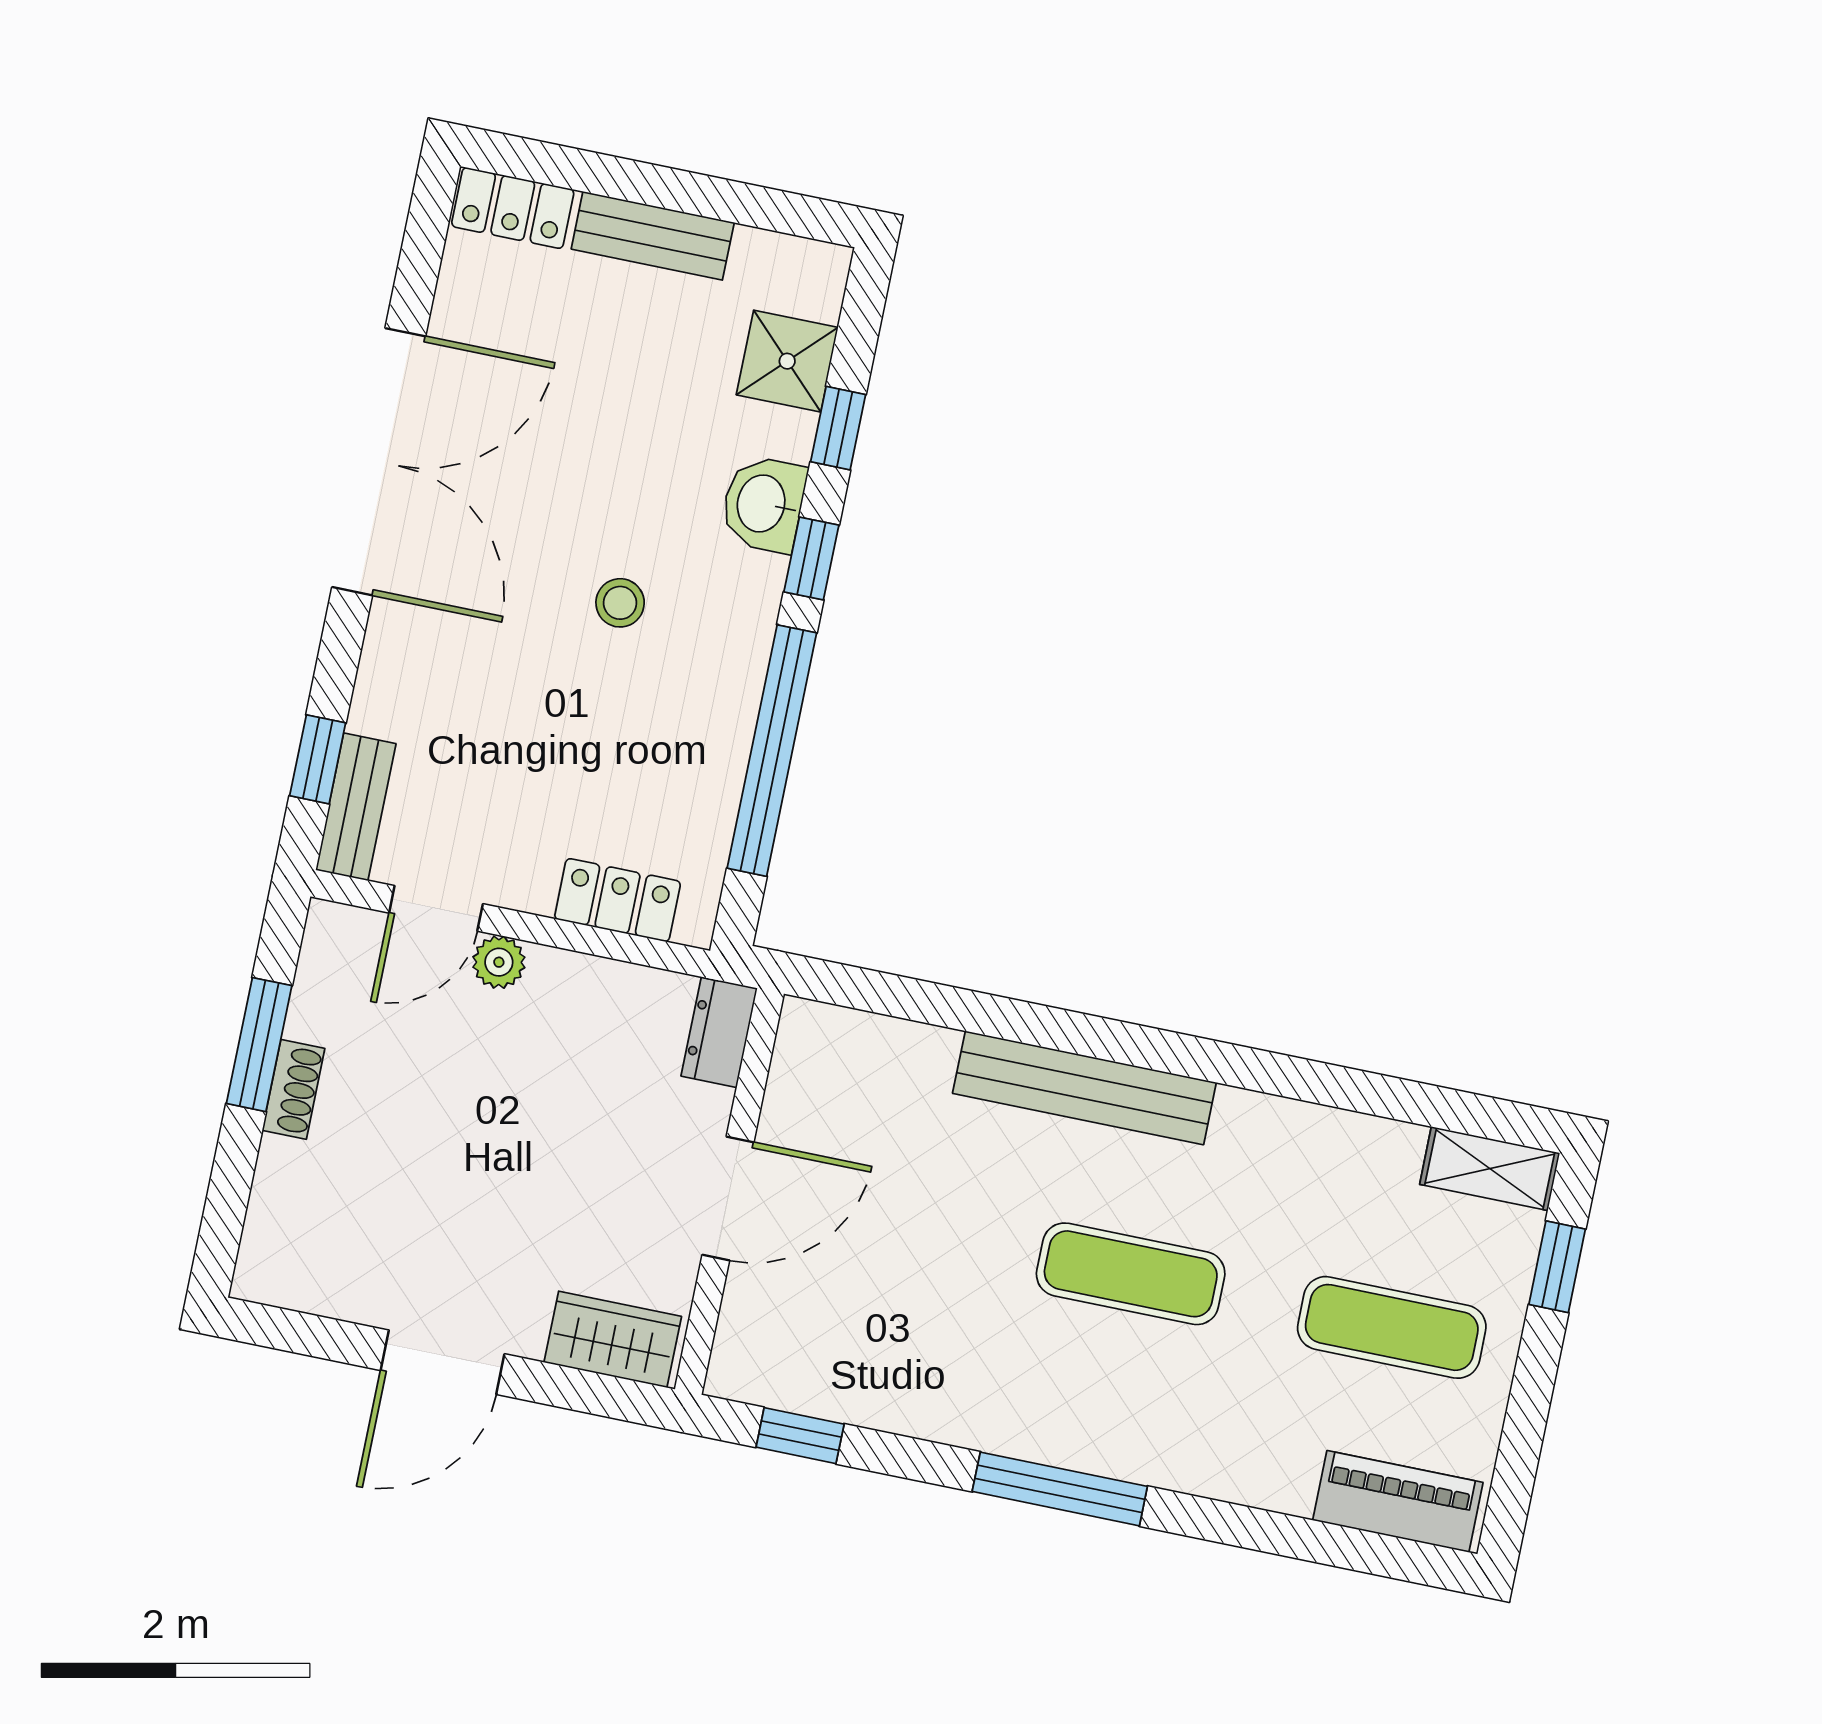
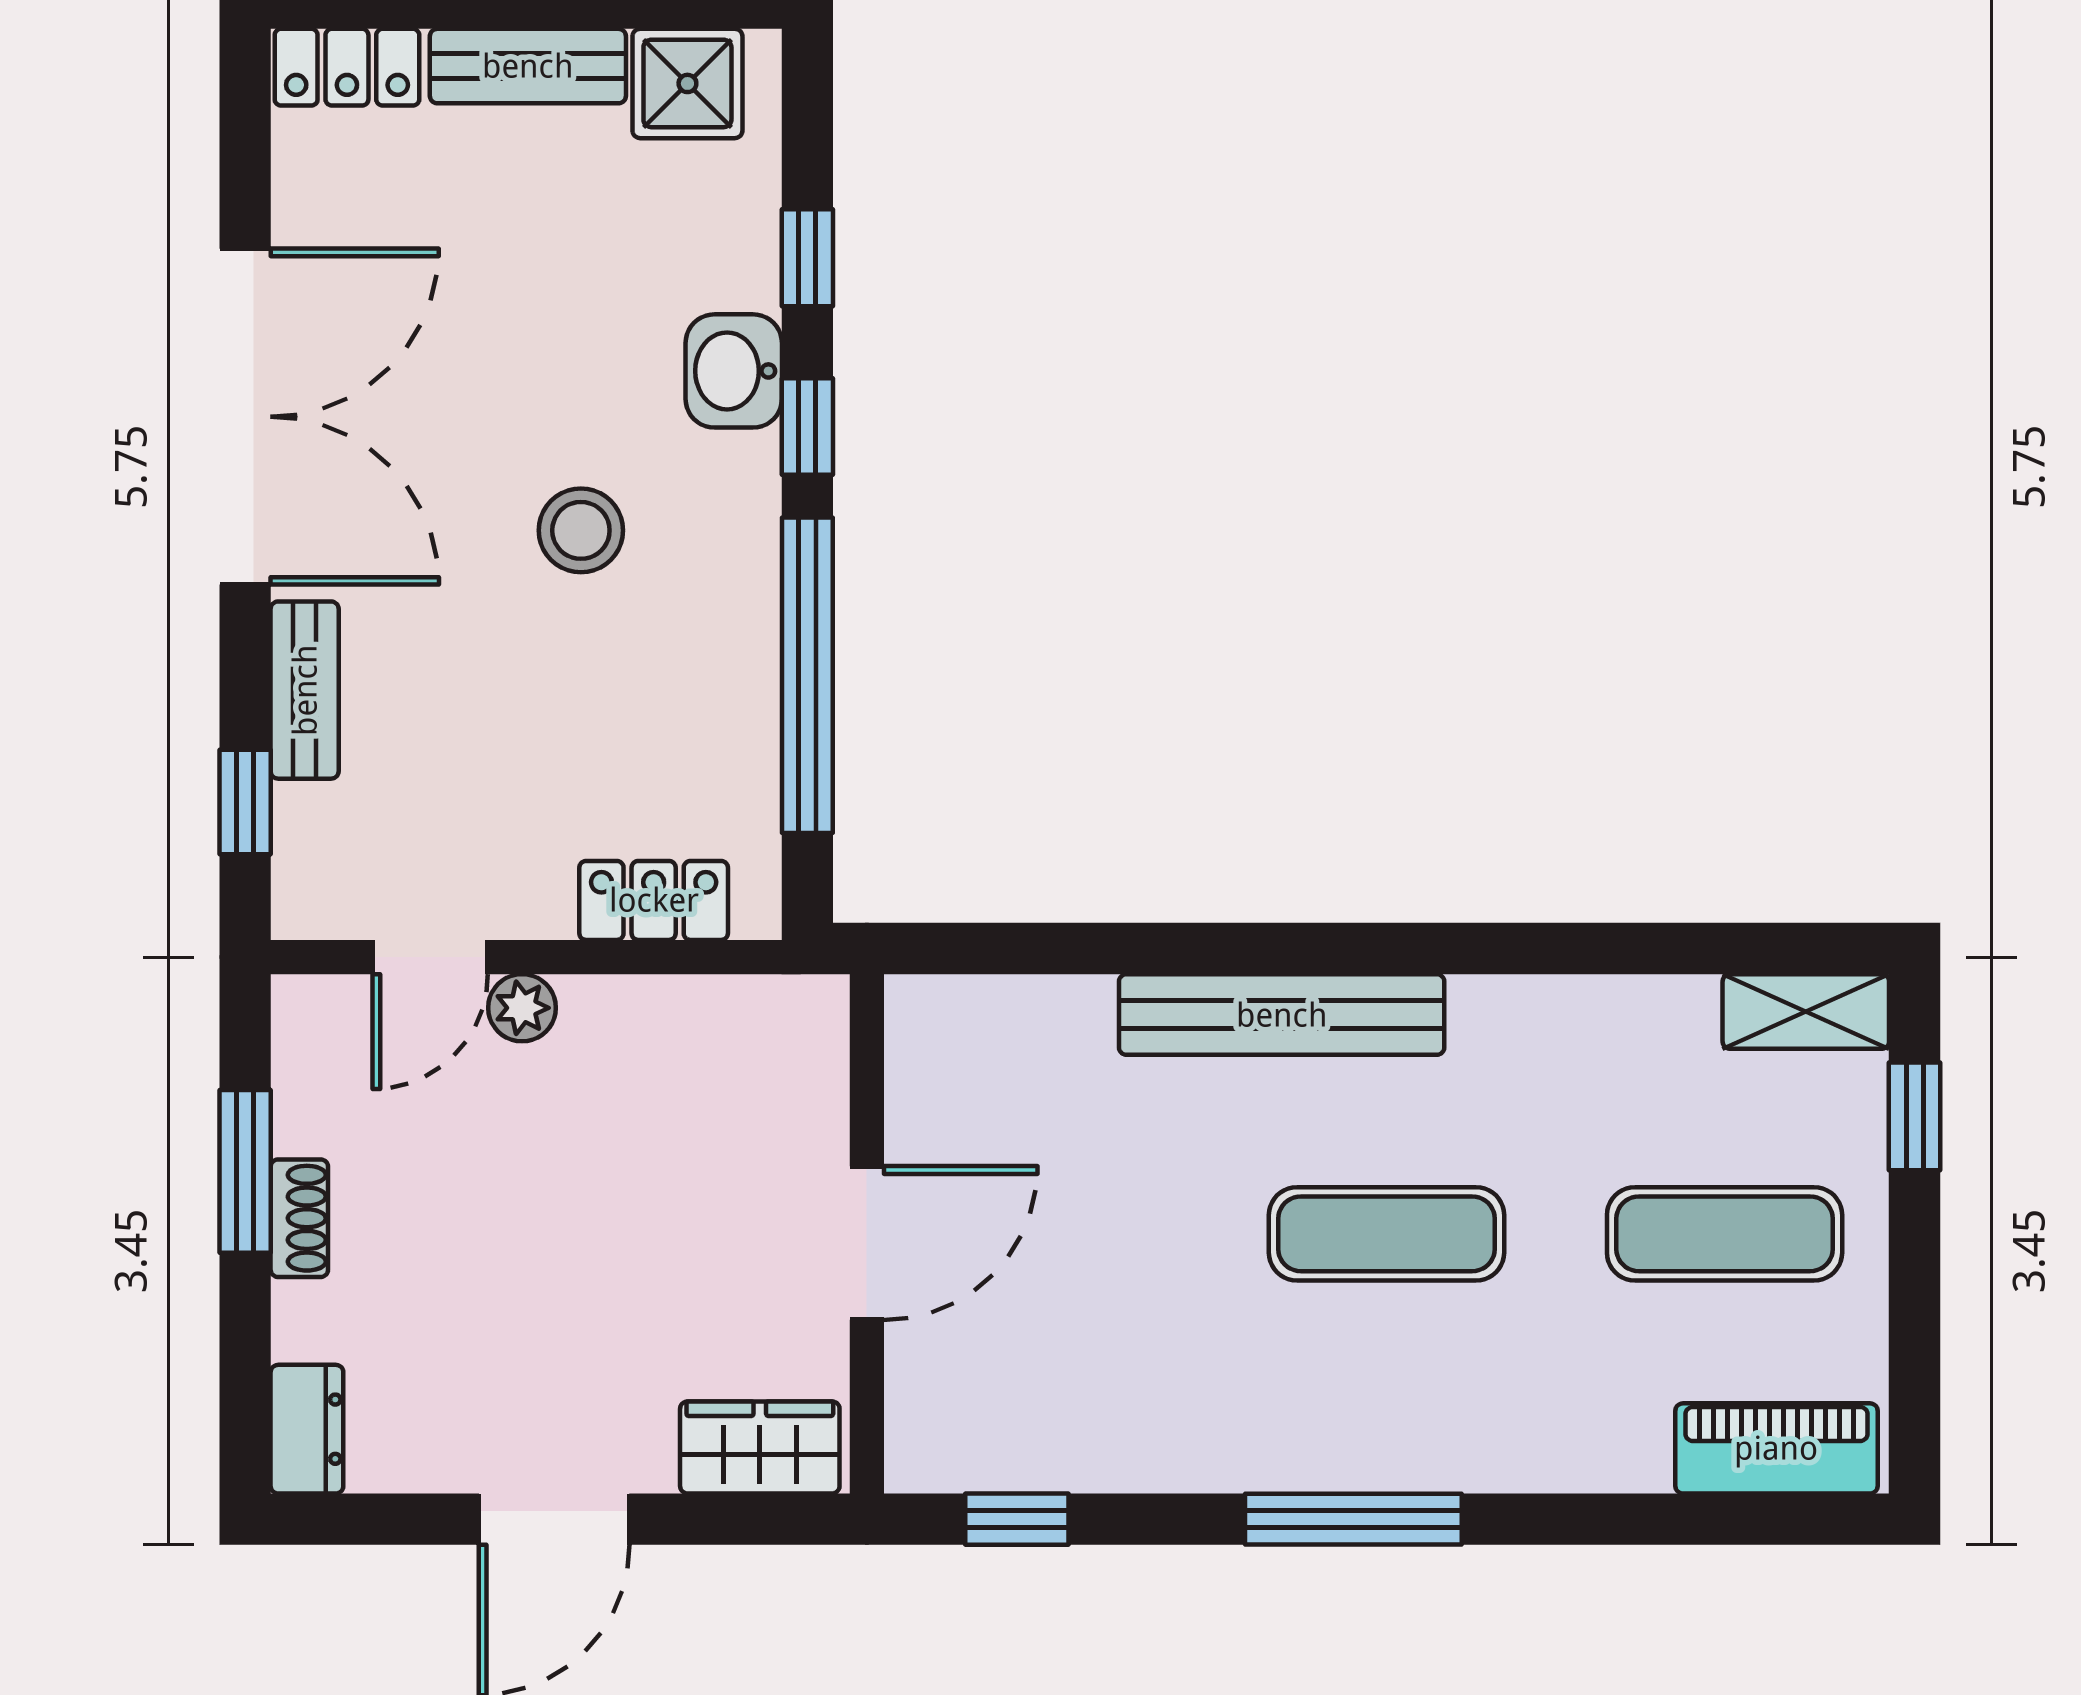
shower: (787, 361) -> (687, 83), moved
stool: (620, 603) -> (581, 530), width x1.37, depth x1.37
bench: (356, 807) -> (305, 690), moved
dresser: (719, 1032) -> (307, 1429), moved, turned 180

